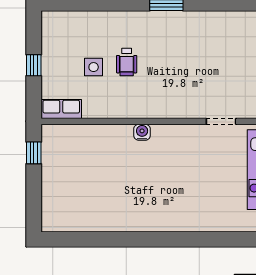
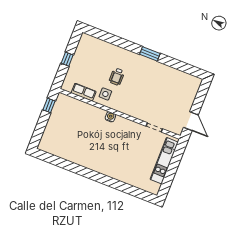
side table: (94, 67) -> (105, 94), moved
row of seats: (61, 109) -> (84, 92), moved

